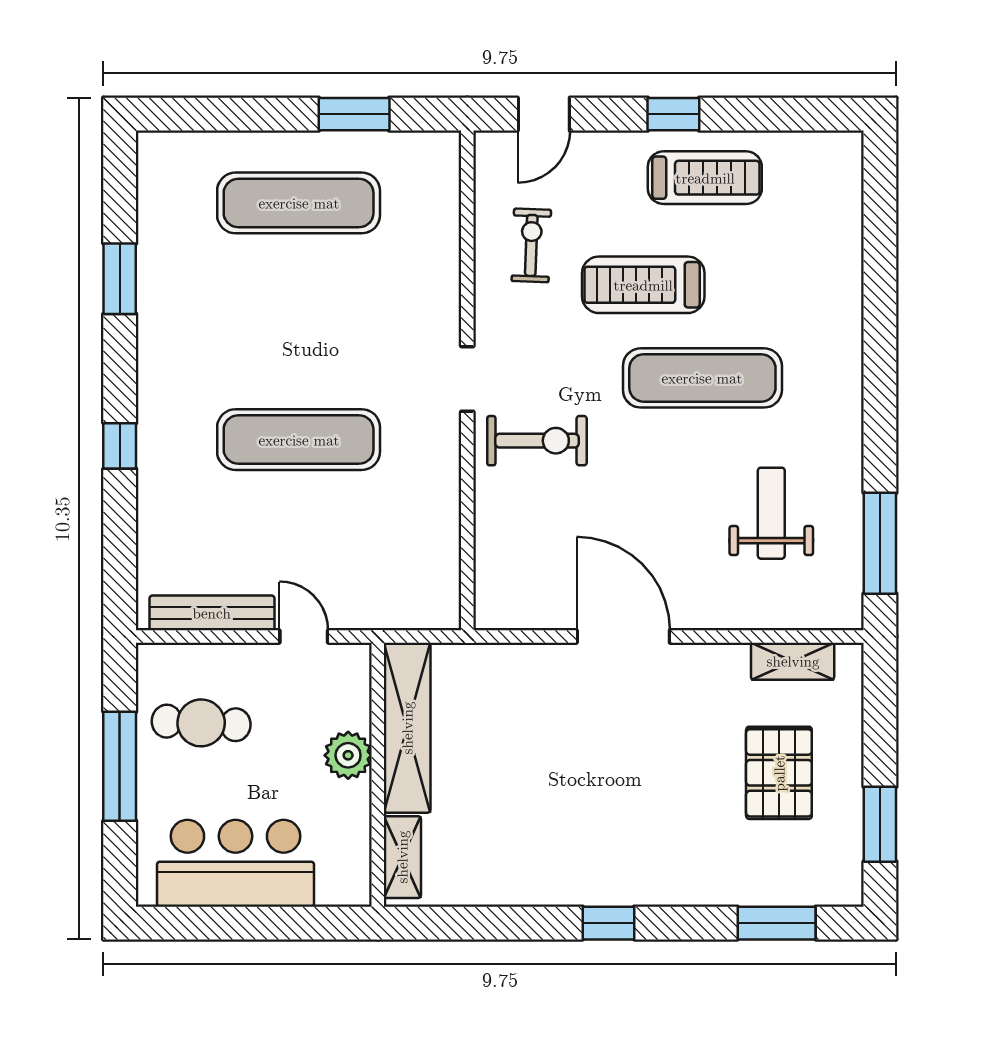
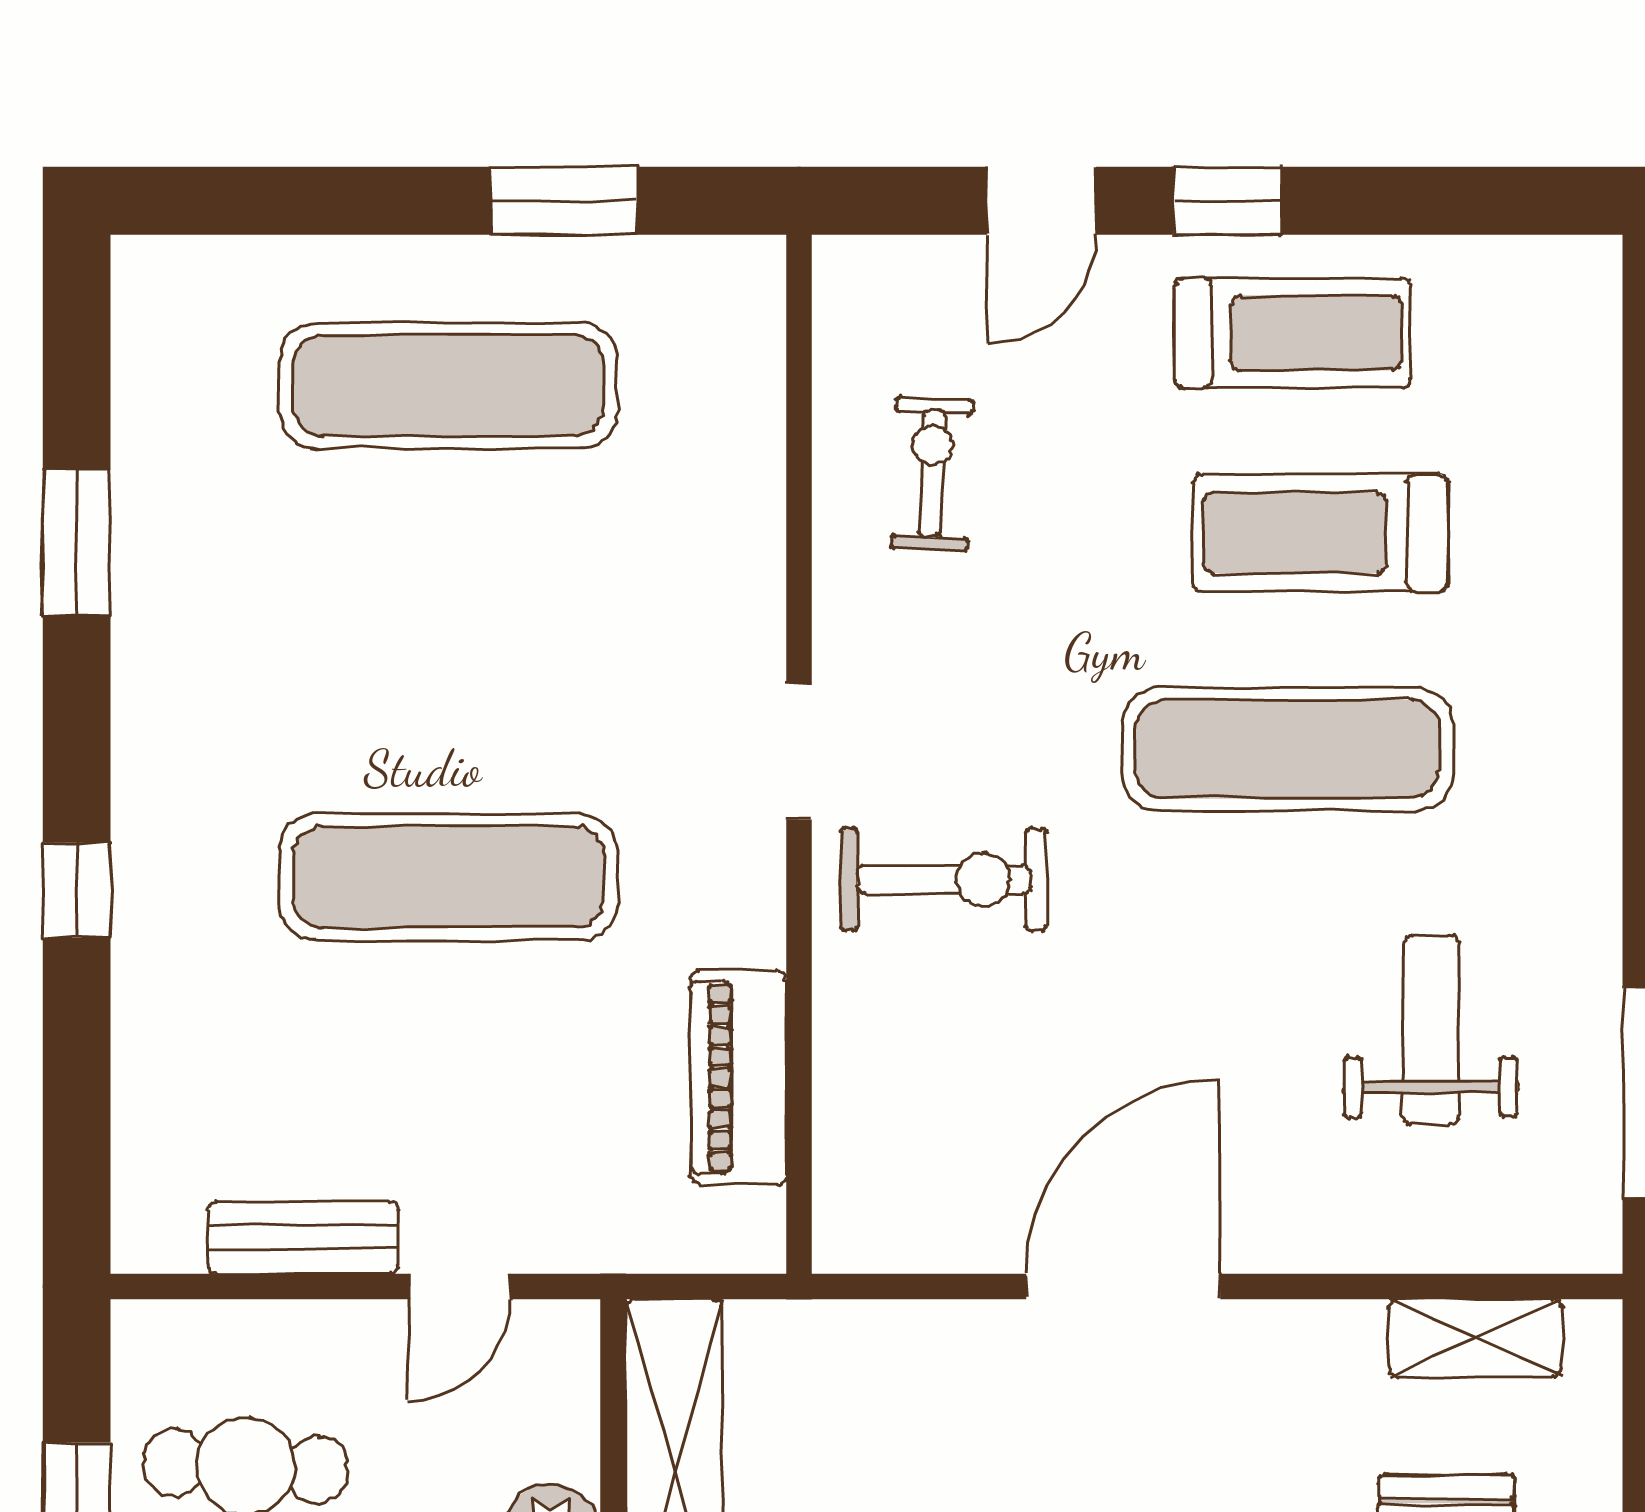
door: (544, 114) -> (1042, 201), moved
treadmill: (643, 285) -> (1320, 533), moved
piano: (438, 536) -> (738, 1078), added
bench: (212, 613) -> (303, 1237), width x0.73
door: (304, 637) -> (459, 1286), swing flipped
door: (623, 637) -> (1123, 1286), hinge flipped

